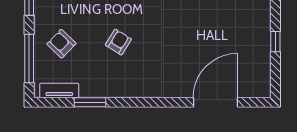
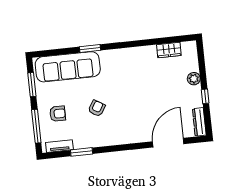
plant: (262, 14) -> (194, 79), added
armchair: (61, 44) -> (58, 114), turned 136
dresser: (263, 77) -> (199, 122), added

